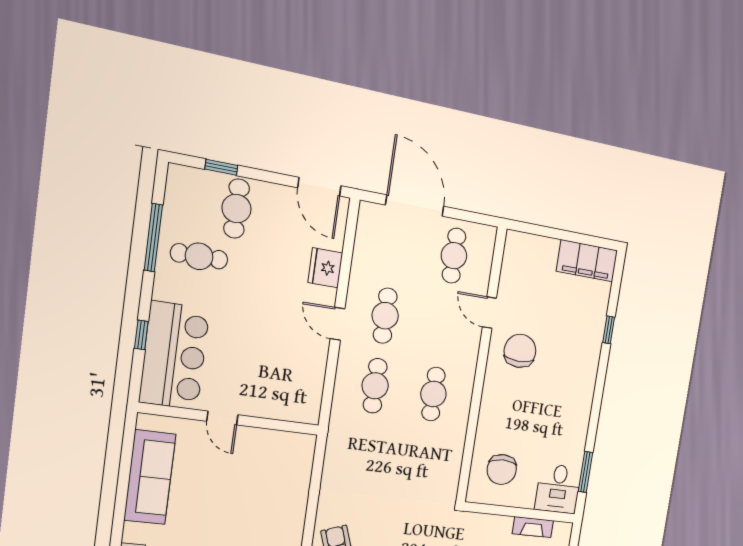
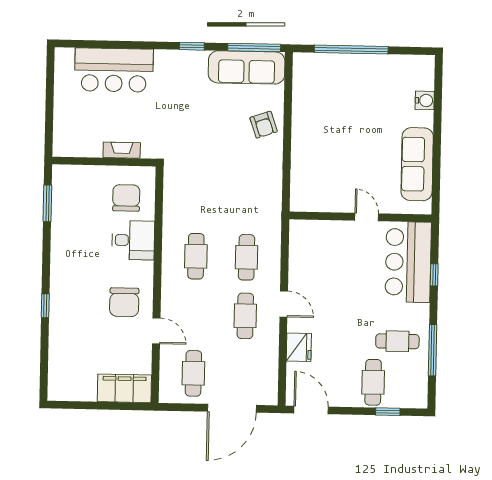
door: (415, 206) -> (232, 408), hinge flipped
filing cabinet: (587, 261) -> (124, 388), moved
window: (609, 330) -> (45, 306), moved
desk: (558, 489) -> (133, 240), moved, turned 90
fireplace: (533, 527) -> (122, 150), moved

